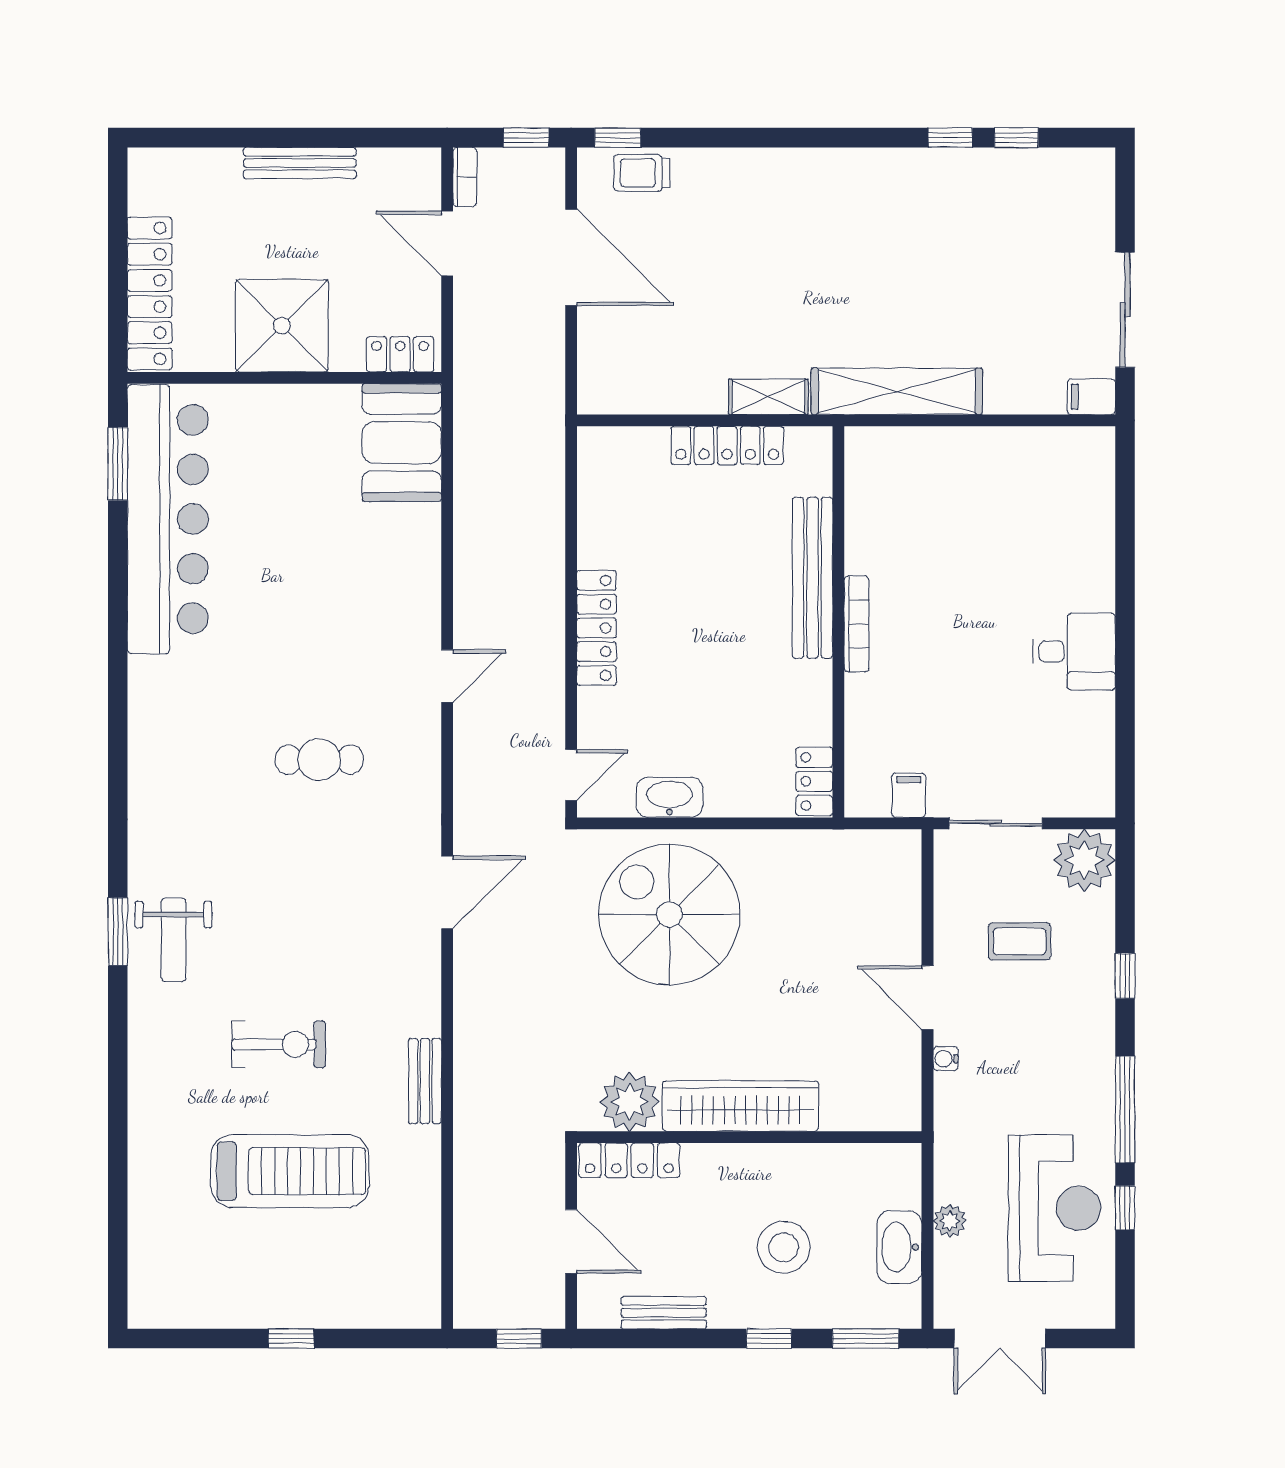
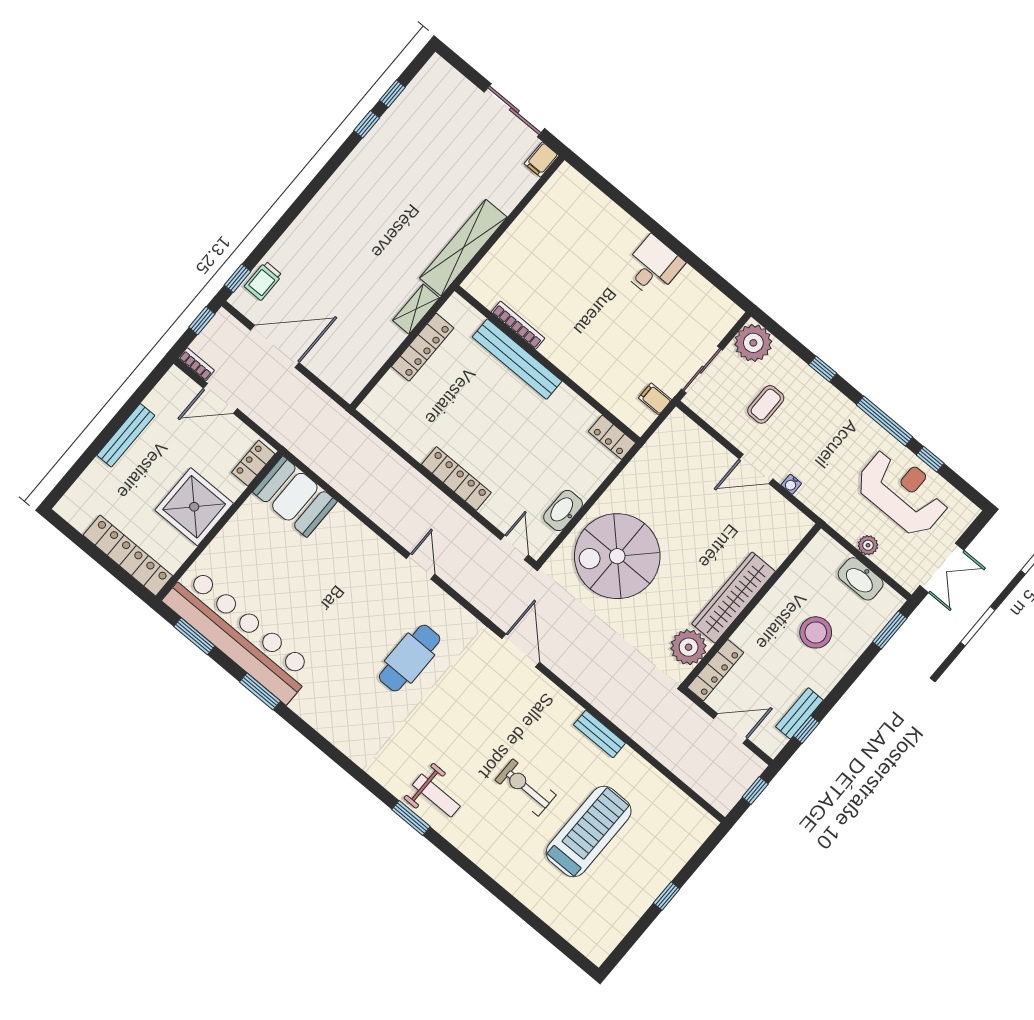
window: (118, 605) -> (260, 691), added
bookcase: (856, 624) -> (518, 325), moved
cafe table: (319, 760) -> (410, 658), width x1.37, depth x1.35
exercise bike: (279, 1044) -> (526, 787), turned -90
window: (769, 1339) -> (806, 729), moved

